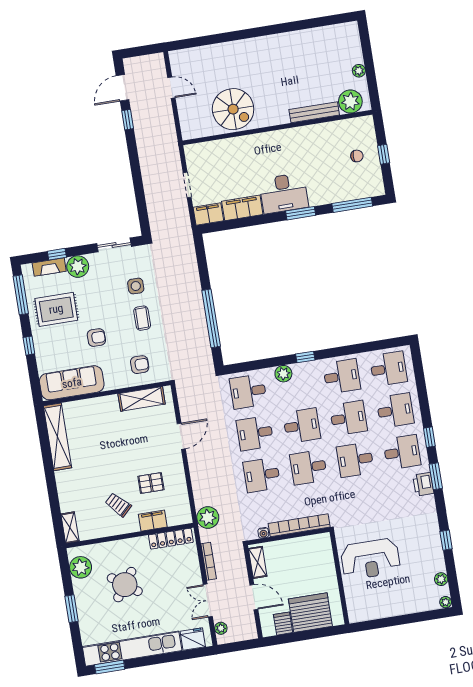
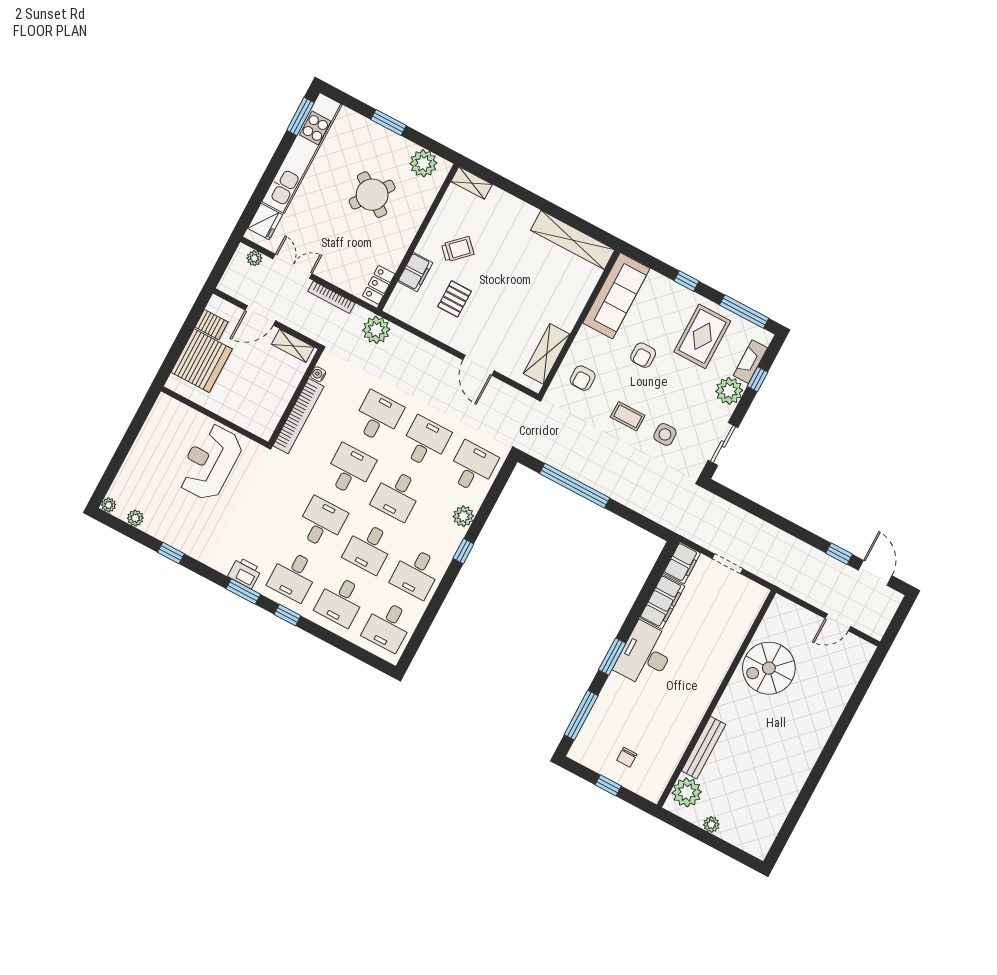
locker: (171, 539) -> (379, 285), width x0.66

